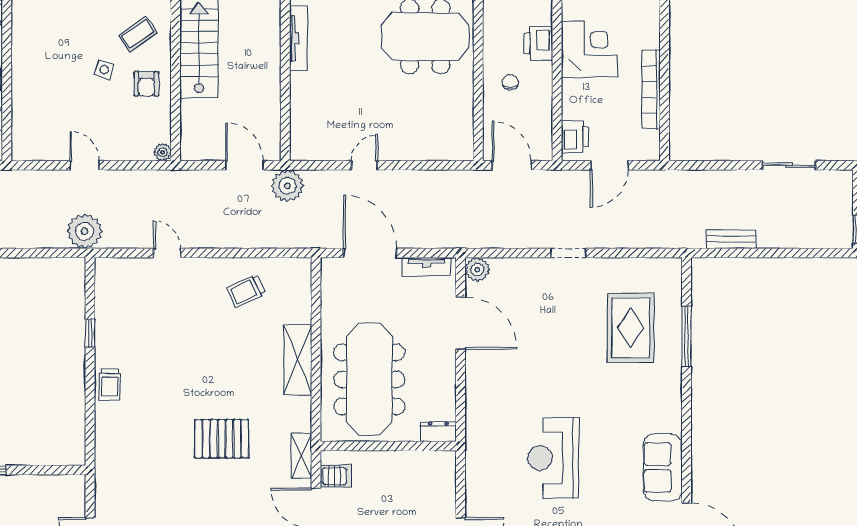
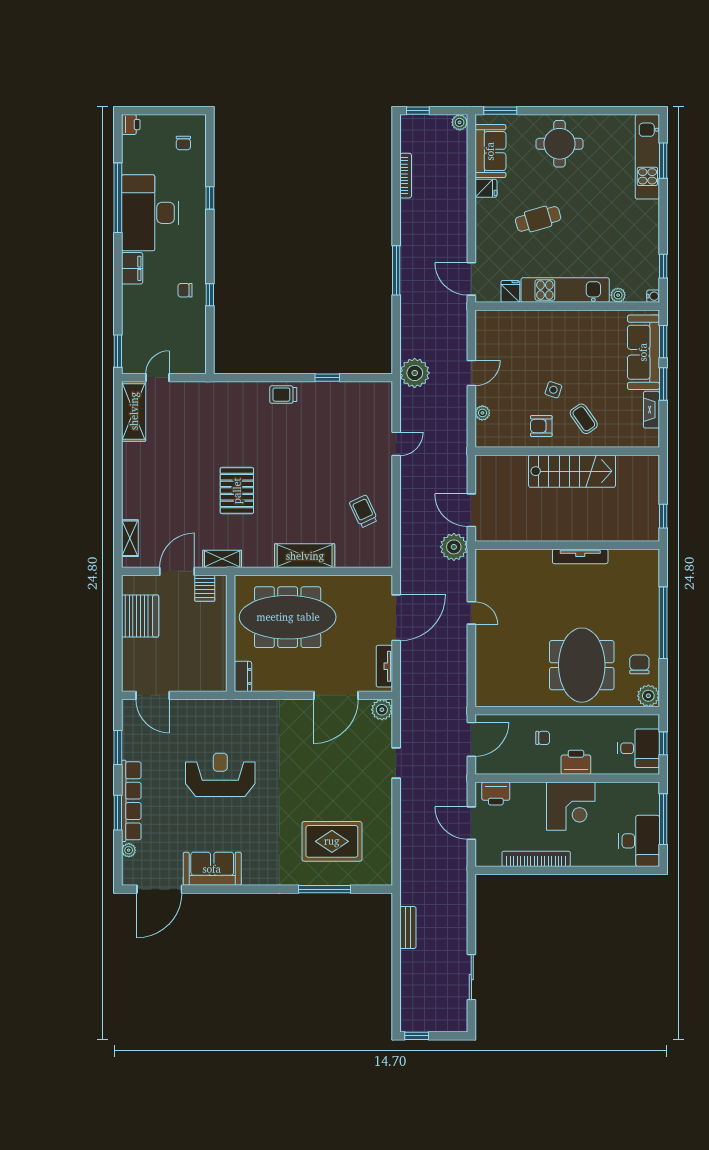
plant: (163, 152) -> (482, 413), moved
door: (245, 165) -> (471, 510), swing flipped
doorway: (568, 253) -> (396, 763), moved

